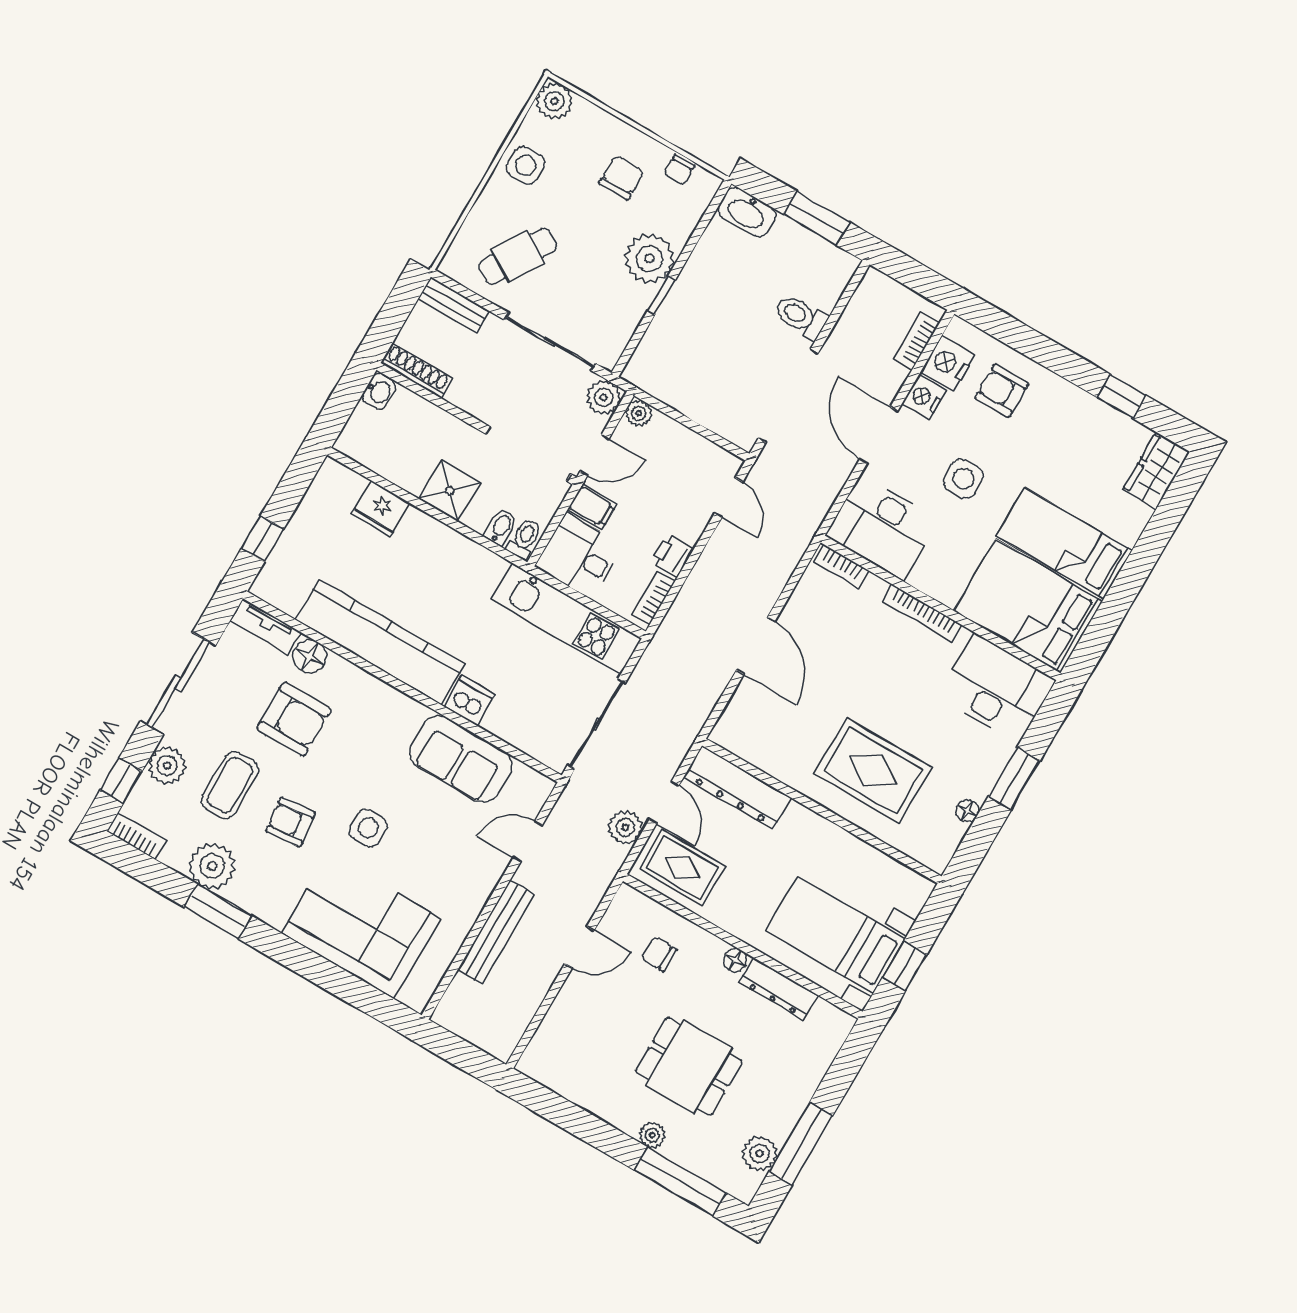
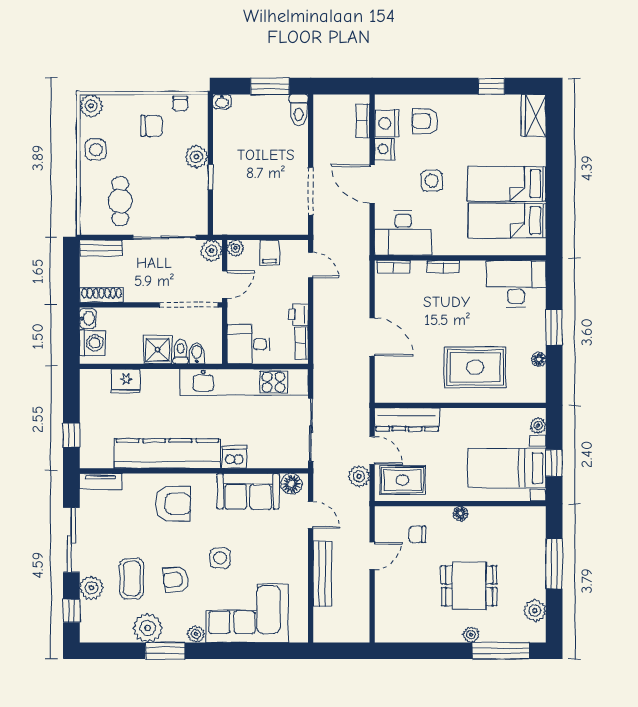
chair: (622, 177) -> (151, 126), turned 90
washbasin: (747, 212) -> (222, 102), width x0.52, depth x0.69
cafe table: (518, 256) -> (120, 201), turned -31
plant: (649, 259) -> (196, 157), width x0.73, depth x0.73
toilet: (801, 317) -> (299, 110), moved, turned -90
doorway: (788, 396) -> (311, 191), width x0.73
washing machine: (365, 429) -> (92, 343), added
filing cabinet: (592, 507) -> (270, 252), moved, turned 90
toilet: (524, 539) -> (181, 352), moved
bed: (1028, 606) -> (507, 220), width x0.67
bookcase: (922, 613) -> (443, 267), width x0.64
kitchen unit: (567, 619) -> (244, 382), width x1.36
floor lamp: (310, 657) -> (291, 484), moved
armchair: (294, 719) -> (173, 504), moved
bookcase: (136, 836) -> (97, 636), removed
door: (528, 841) -> (311, 515), swing flipped
plant: (913, 901) -> (538, 426), added
plant: (274, 913) -> (196, 634), added
dresser: (778, 989) -> (493, 515), removed
window: (801, 1144) -> (554, 564), moved

